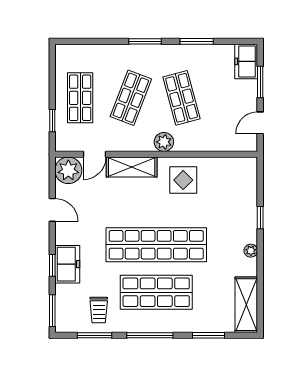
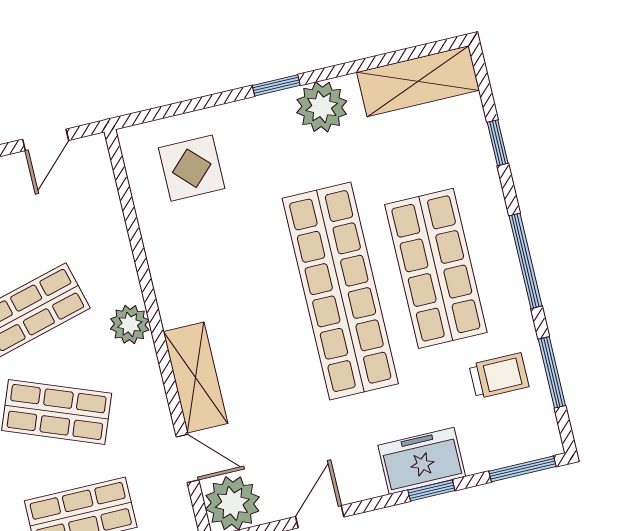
door: (260, 123) -> (46, 140), hinge flipped
display table: (183, 180) -> (192, 168), moved
window: (260, 218) -> (276, 85), moved
plant: (251, 251) -> (322, 107), width x1.87, depth x1.87
window: (209, 335) -> (498, 143), width x0.67

